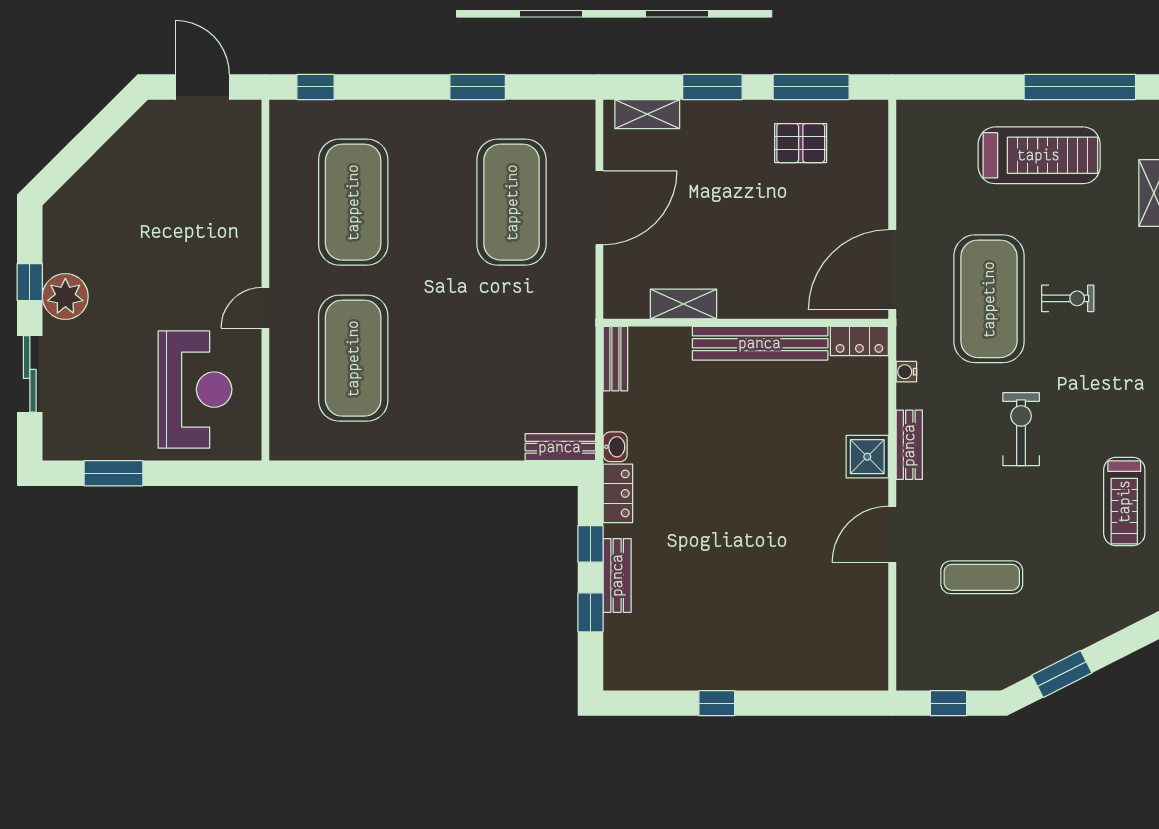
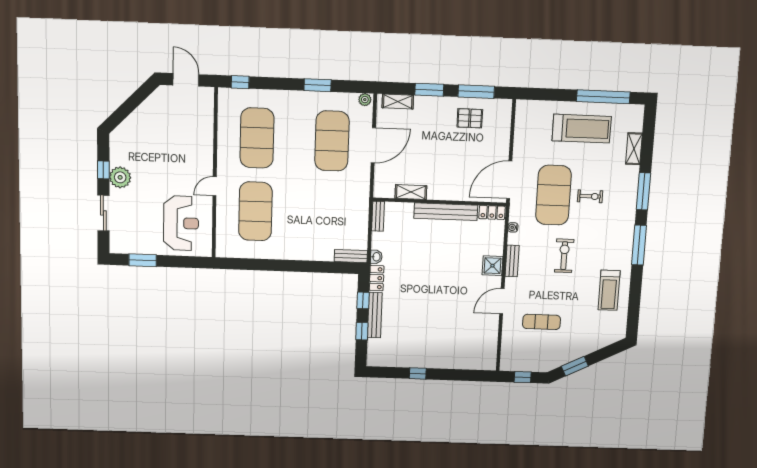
plant: (578, 113) -> (365, 100), added
bench: (617, 575) -> (375, 315), width x1.36

